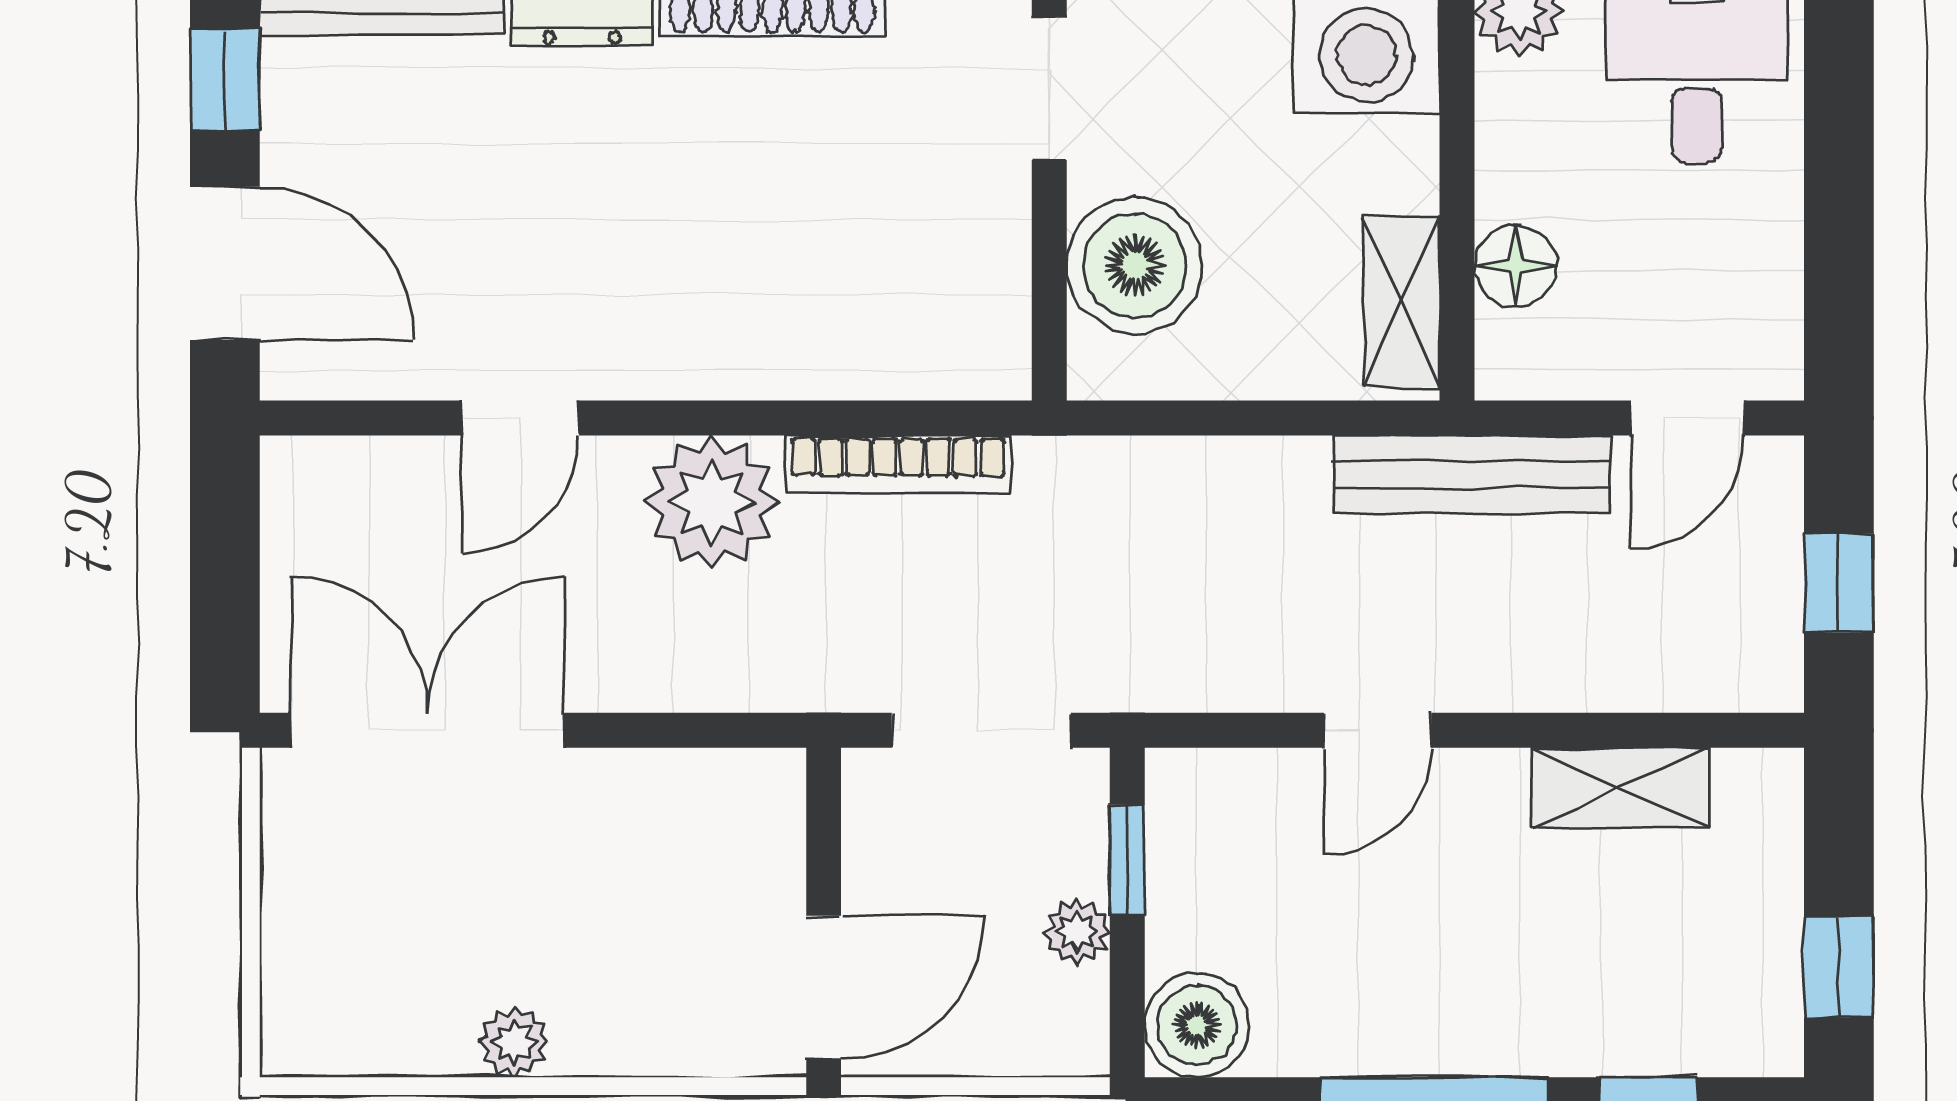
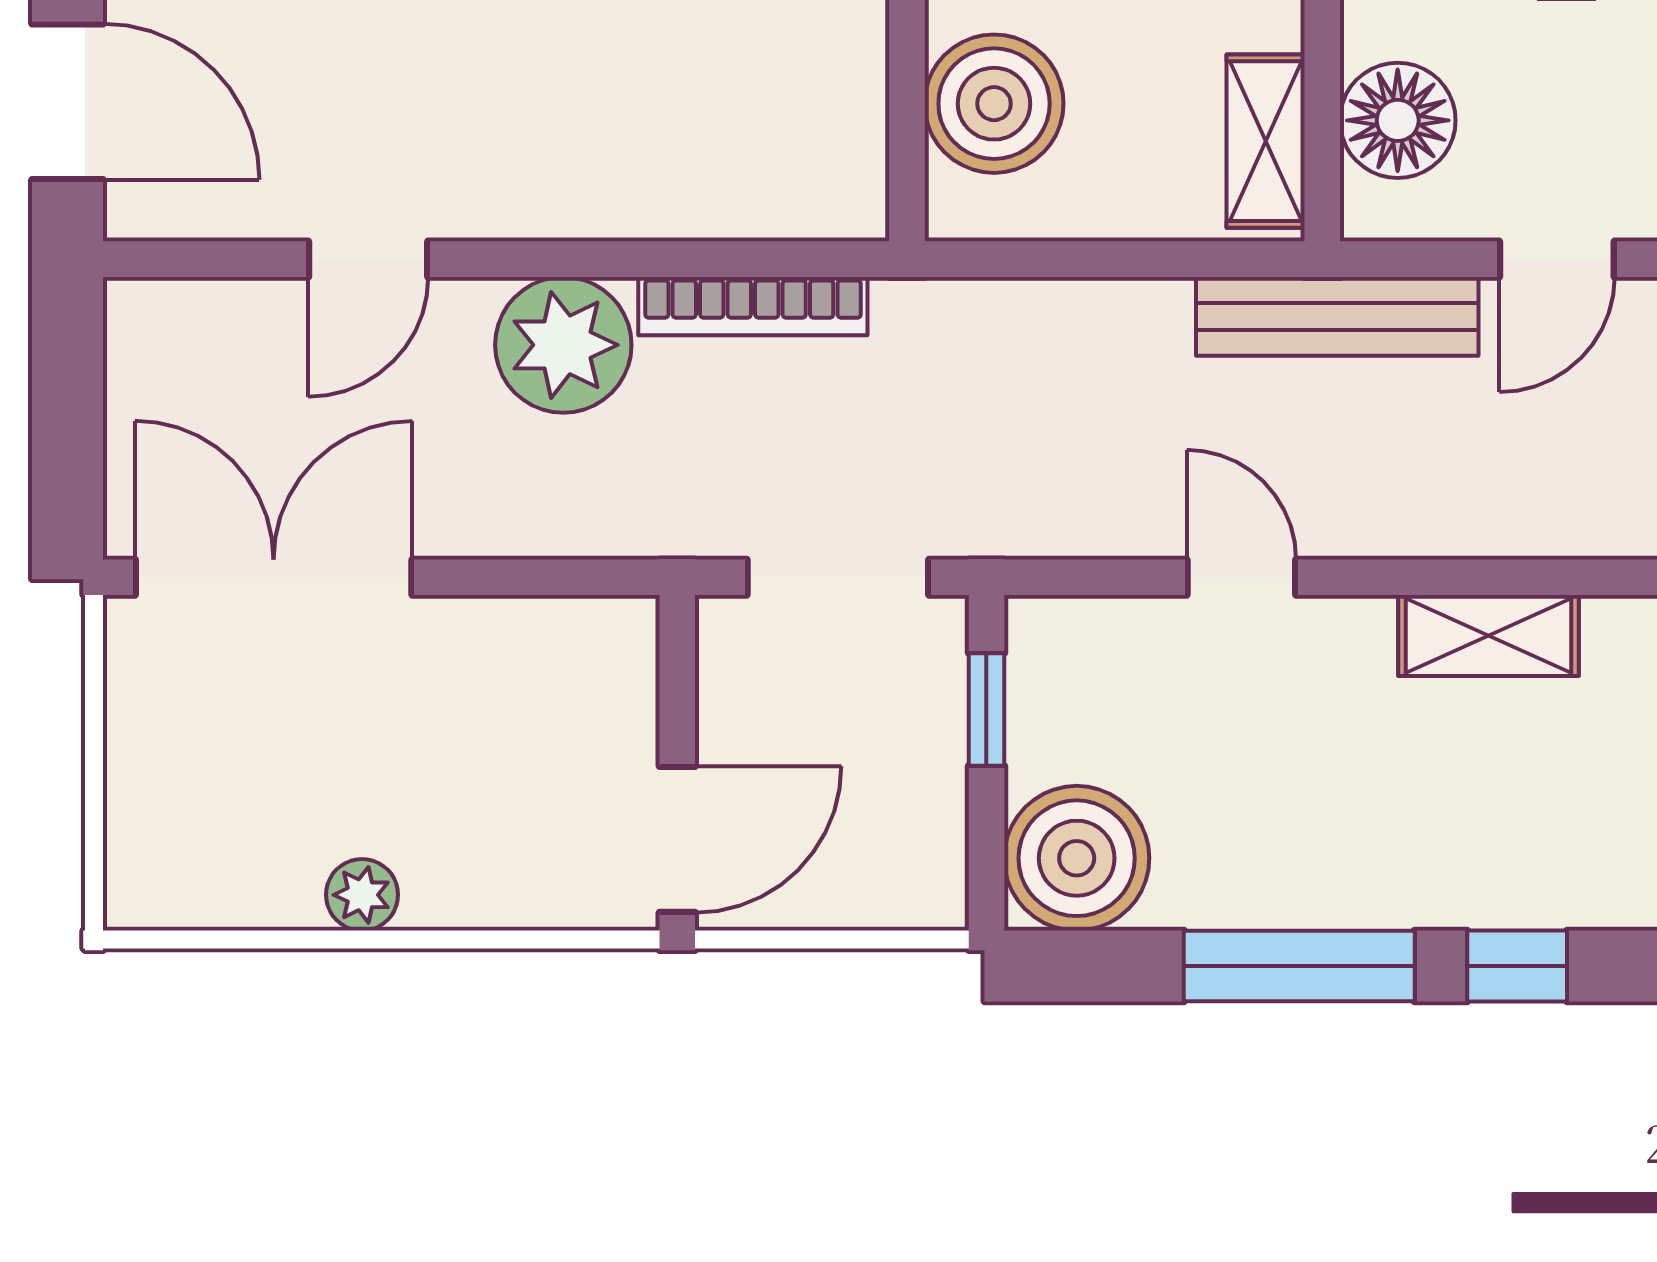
floor lamp: (1516, 266) -> (1398, 120), width x1.38, depth x1.38
door: (1378, 730) -> (1241, 577), swing flipped
plant: (1077, 932) -> (935, 782), removed
boiler: (1197, 1025) -> (1077, 858), width x1.37, depth x1.37

